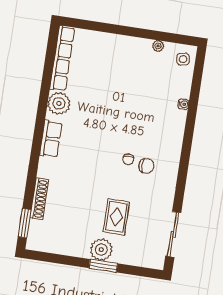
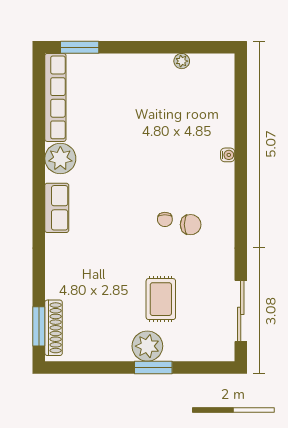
window: (85, 25) -> (80, 47), added
side table: (183, 59) -> (218, 74), removed
water cooler: (183, 104) -> (228, 155), moved
shoe rack: (39, 199) -> (54, 328), moved

